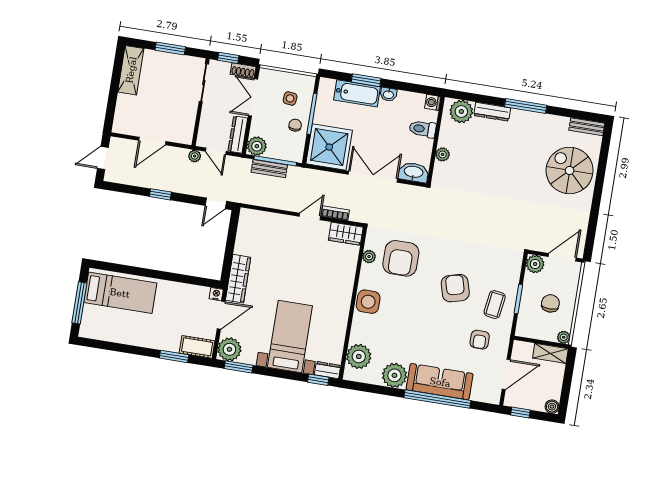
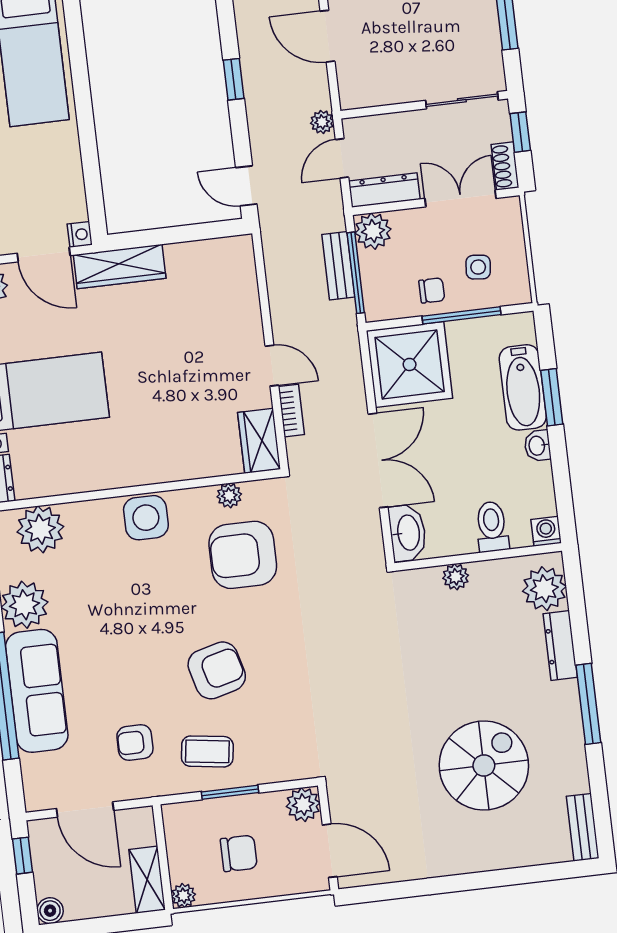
spiral stairs: (570, 170) -> (484, 766), moved

